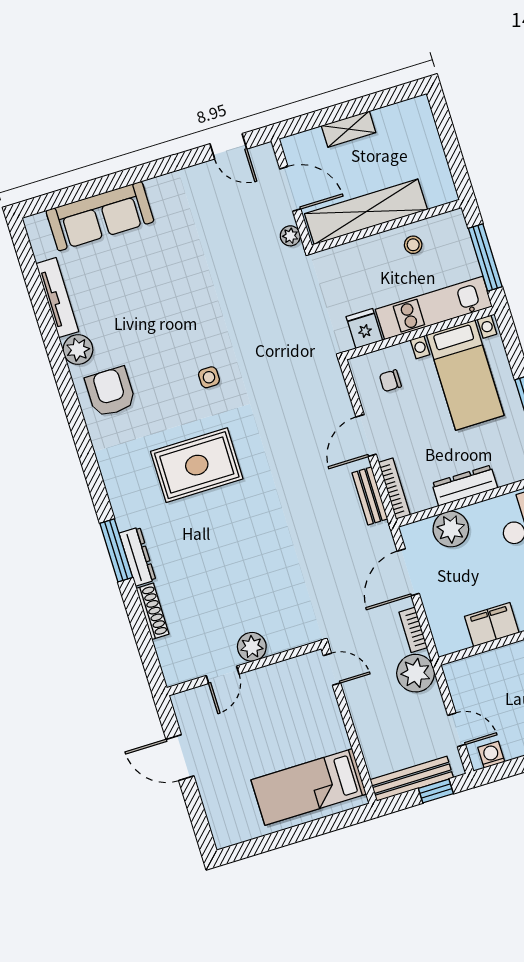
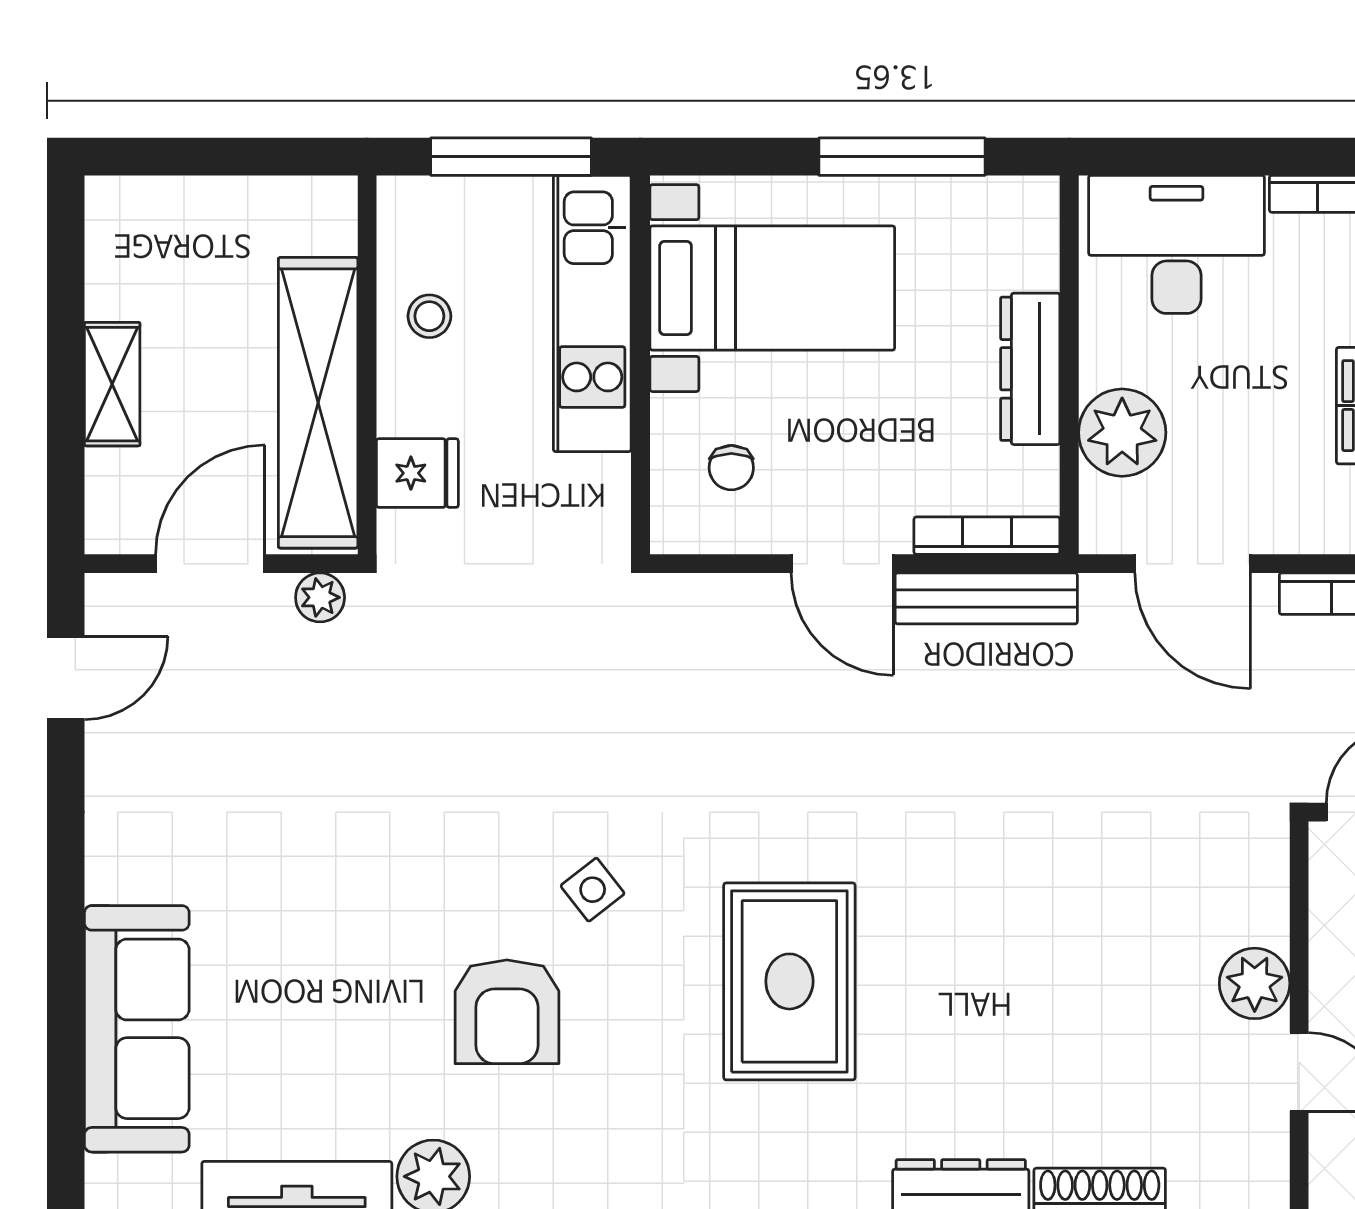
fridge: (364, 328) -> (417, 473), moved, turned 180
side table: (209, 377) -> (593, 890), turned -38
armchair: (110, 392) -> (507, 1012), moved, turned -90
bench: (370, 496) -> (986, 598), width x1.36

